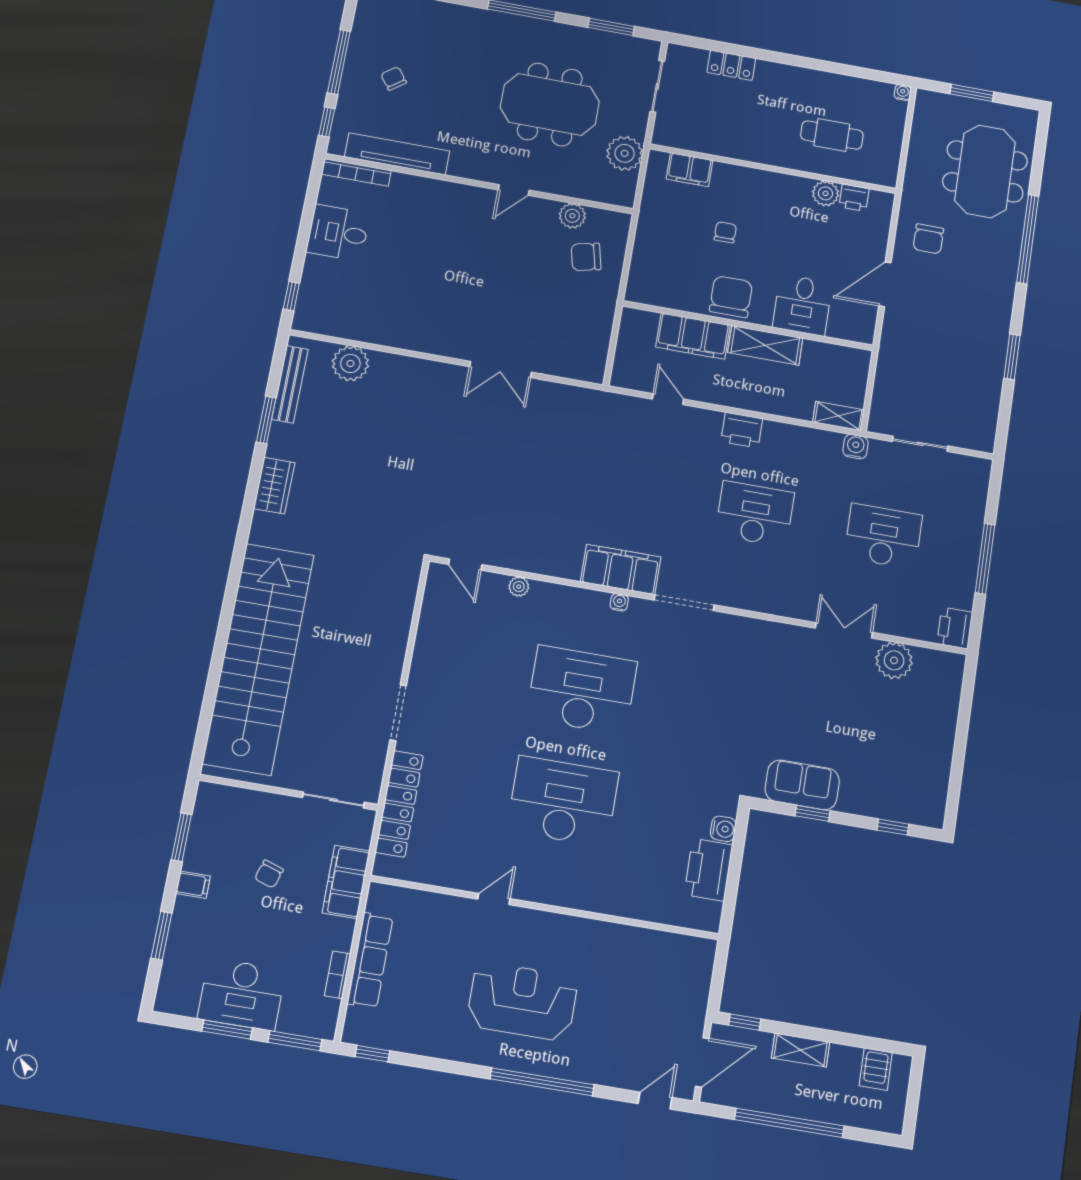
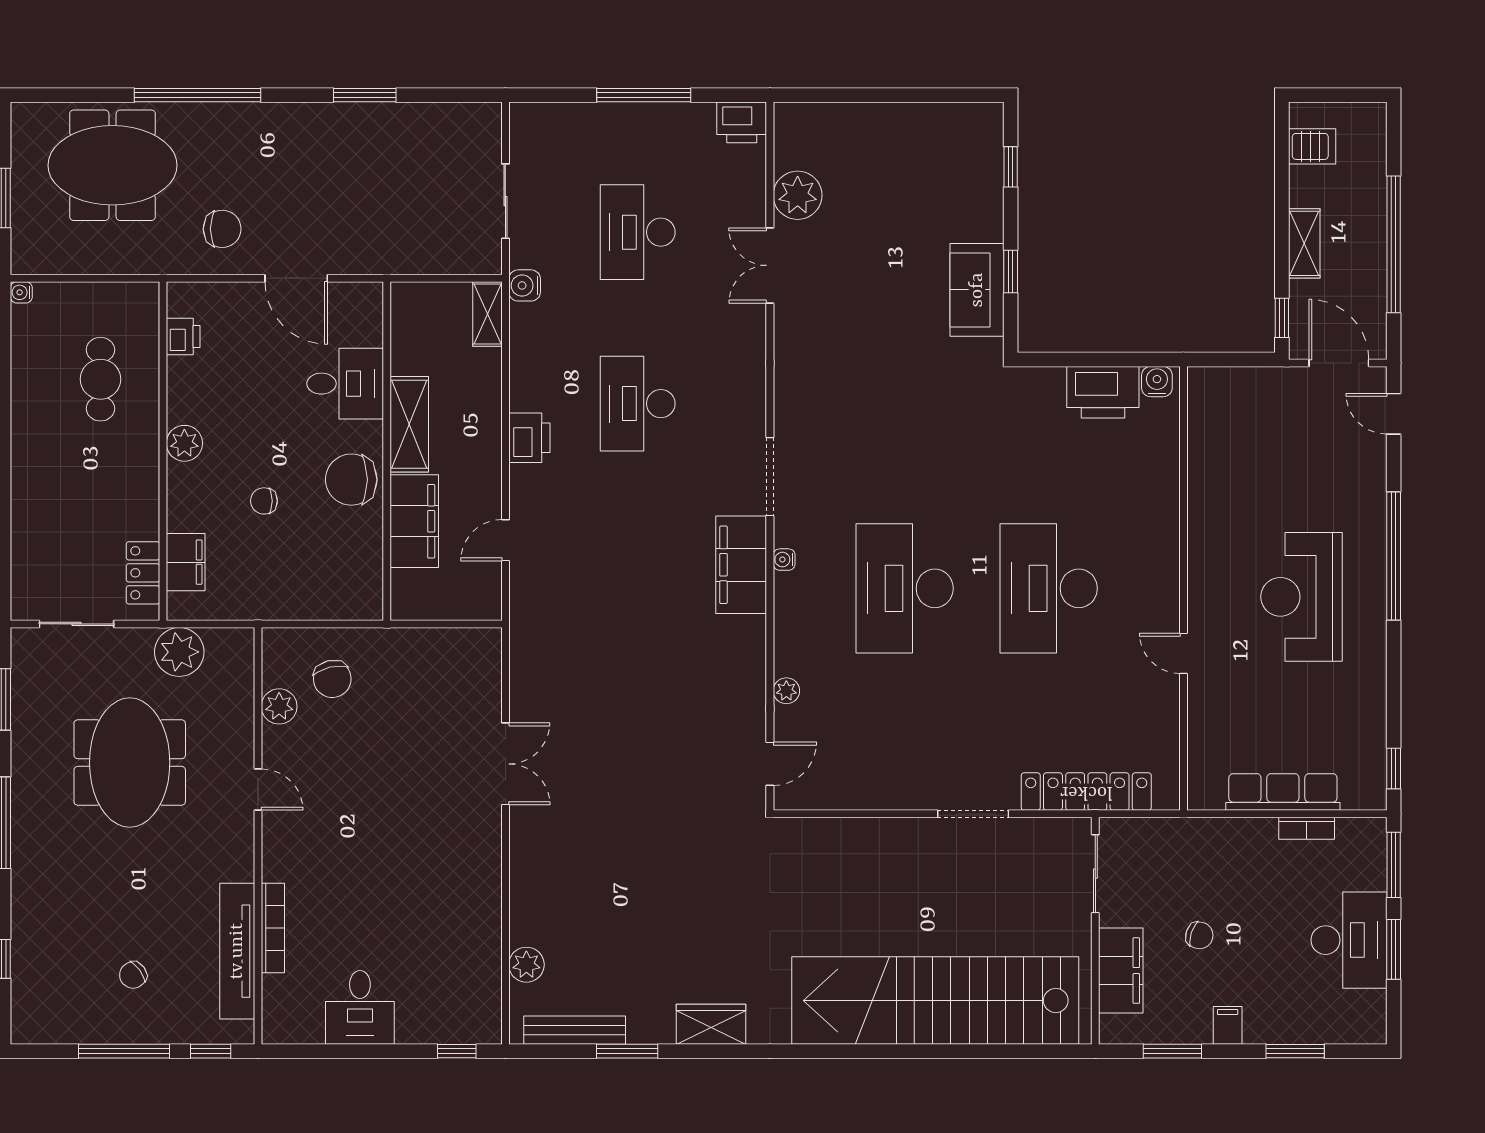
locker: (731, 65) -> (143, 573), moved, turned 180
bookcase: (356, 172) -> (273, 928), moved
plant: (826, 193) -> (184, 443), moved
plant: (350, 363) -> (526, 965), width x0.73, depth x0.73
water cooler: (723, 829) -> (1157, 382), moved
filing cabinet: (346, 882) -> (1121, 971), moved, turned -90

